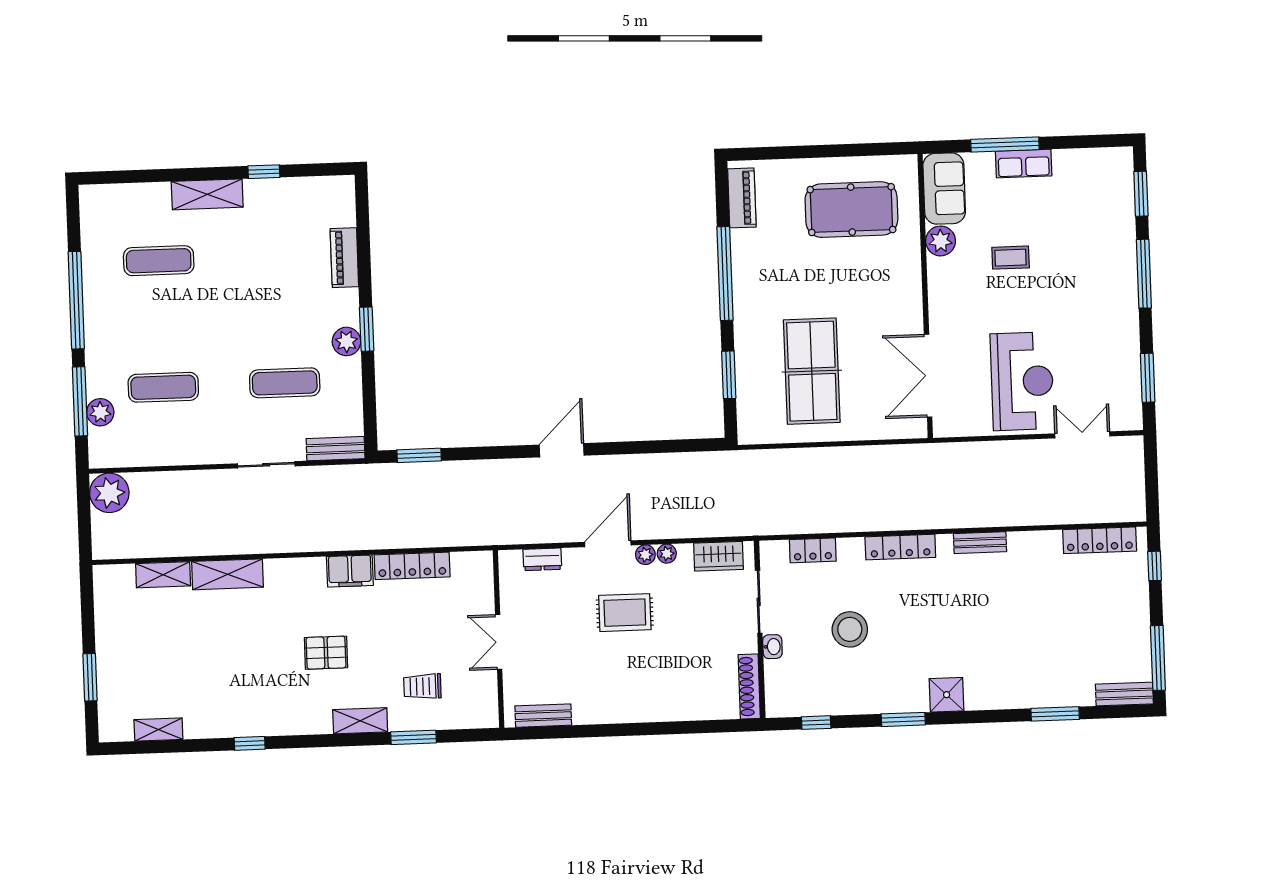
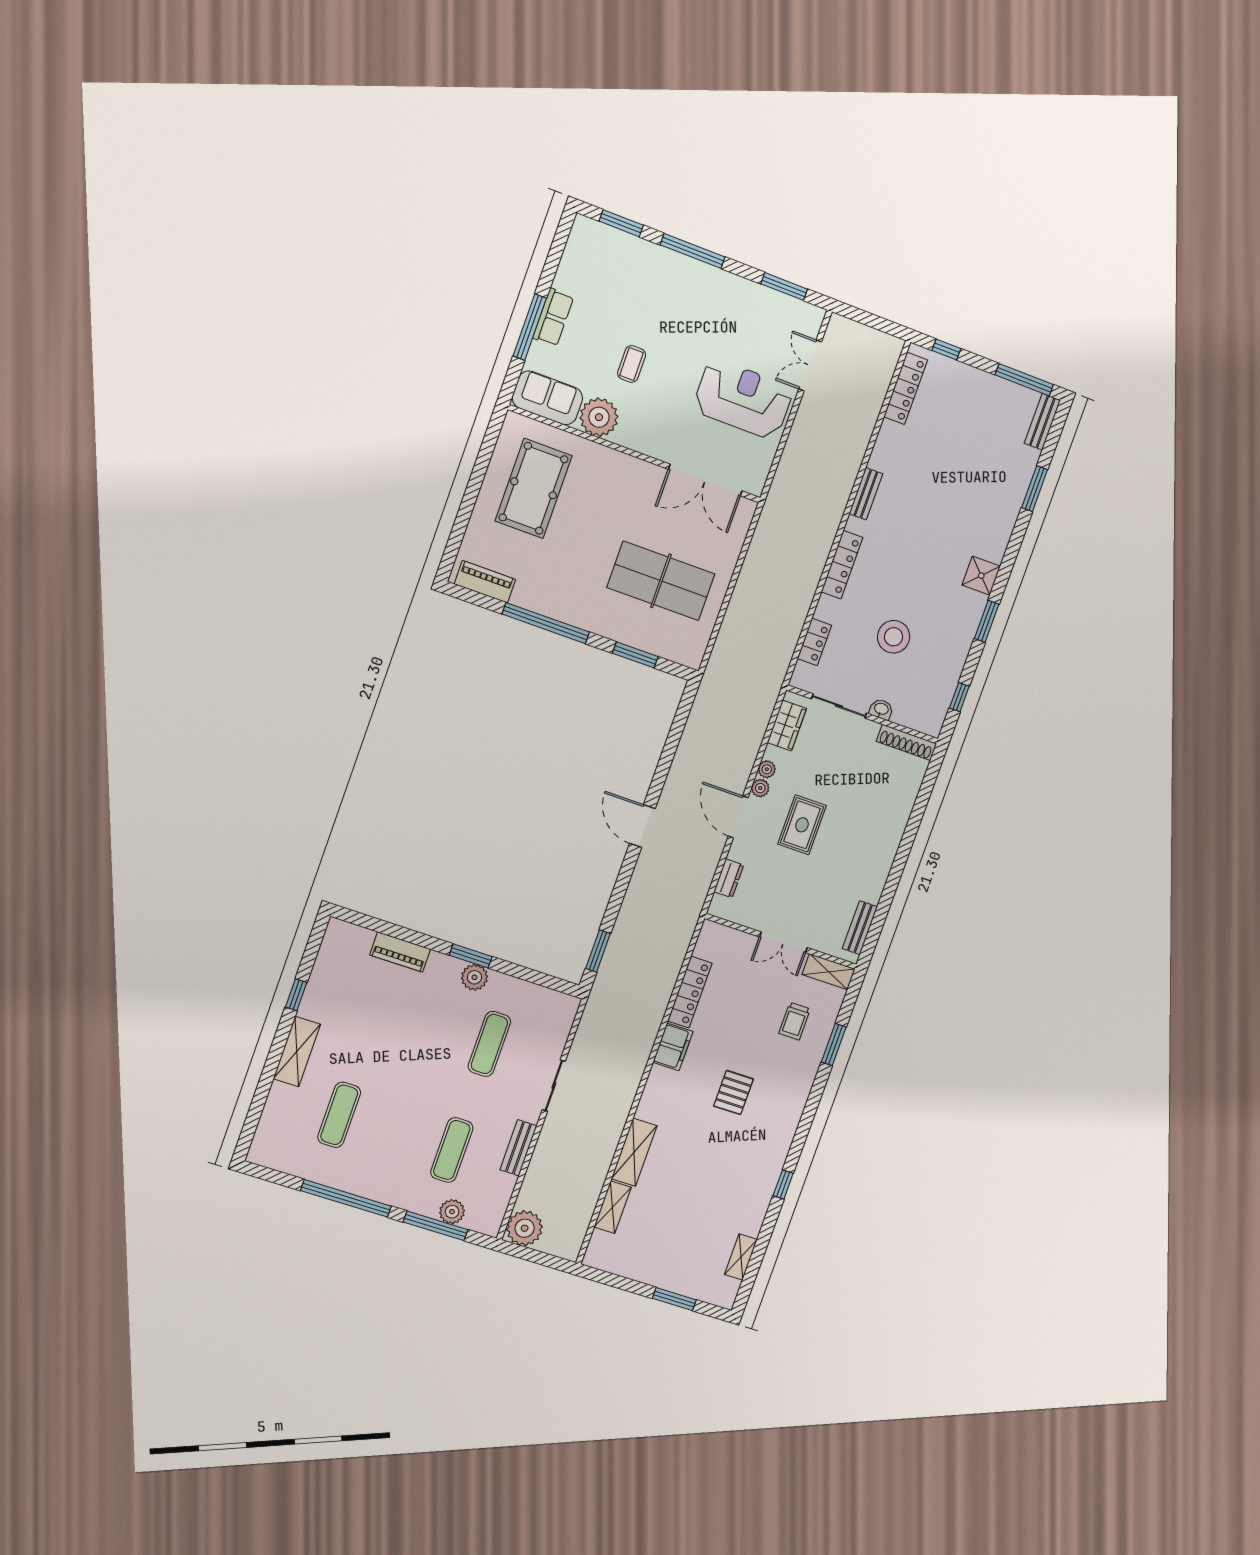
plant: (941, 241) -> (599, 417), width x1.36, depth x1.36
bench: (336, 449) -> (518, 1148), moved
shelving: (360, 721) -> (829, 972), moved, turned 90

